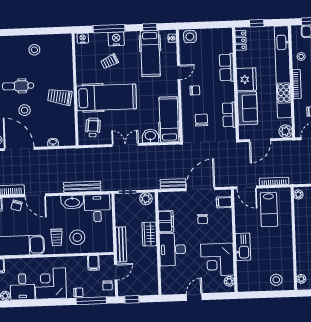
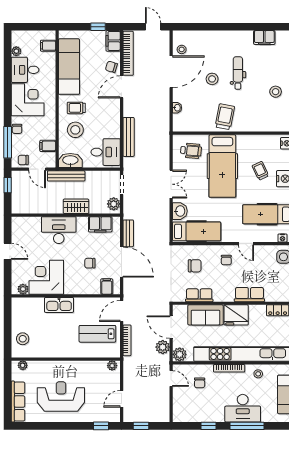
plant: (279, 147) -> (163, 347), added
washbasin: (72, 202) -> (70, 160), moved, turned 90
filing cabinet: (166, 222) -> (100, 224), moved

